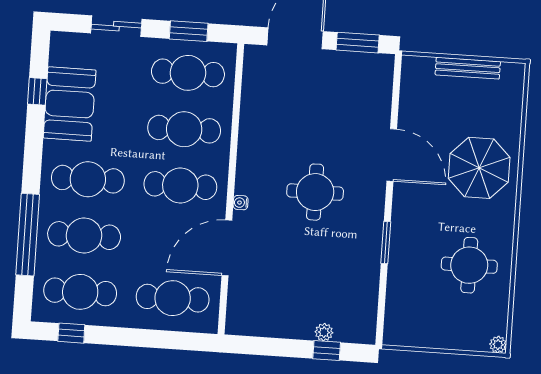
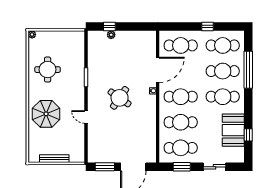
door: (392, 155) -> (86, 117), width x0.53
round table: (315, 192) -> (120, 98), turned 35
window: (71, 333) -> (208, 27), moved

